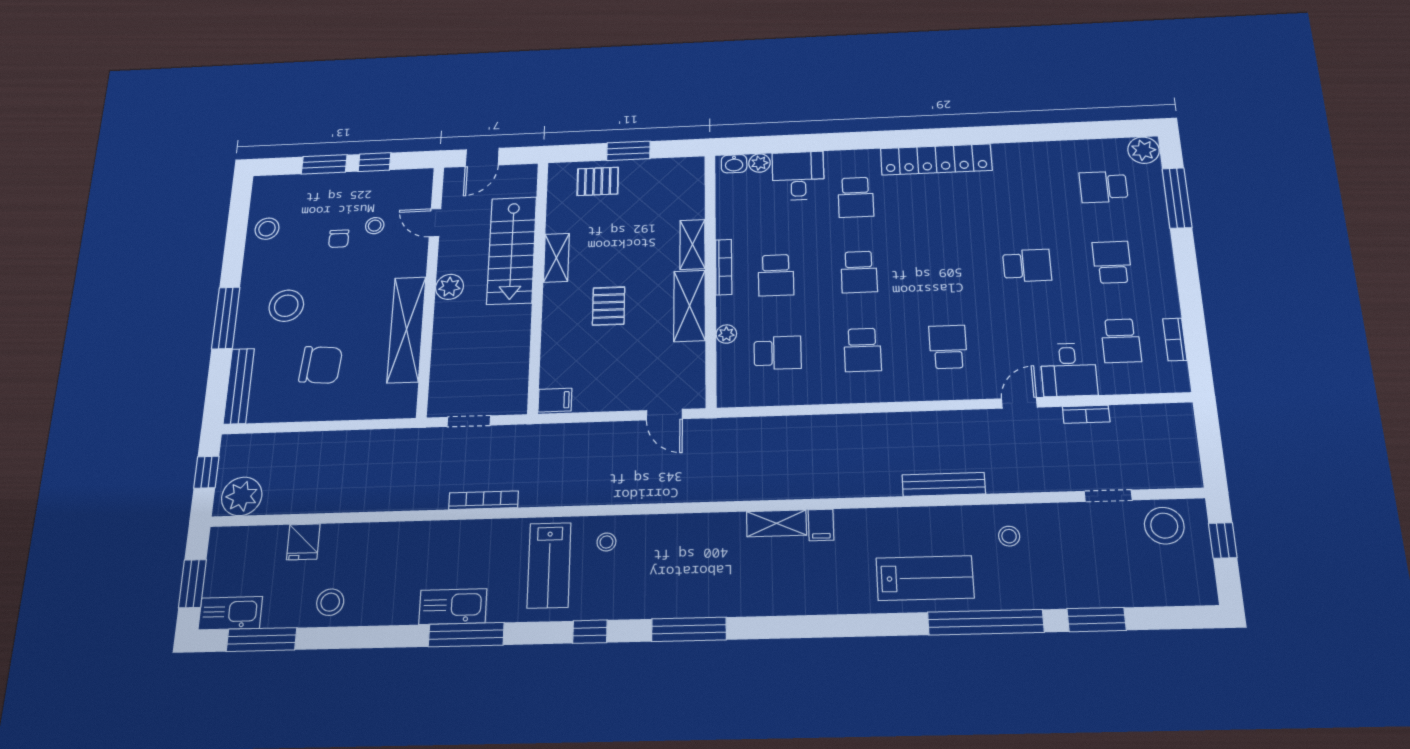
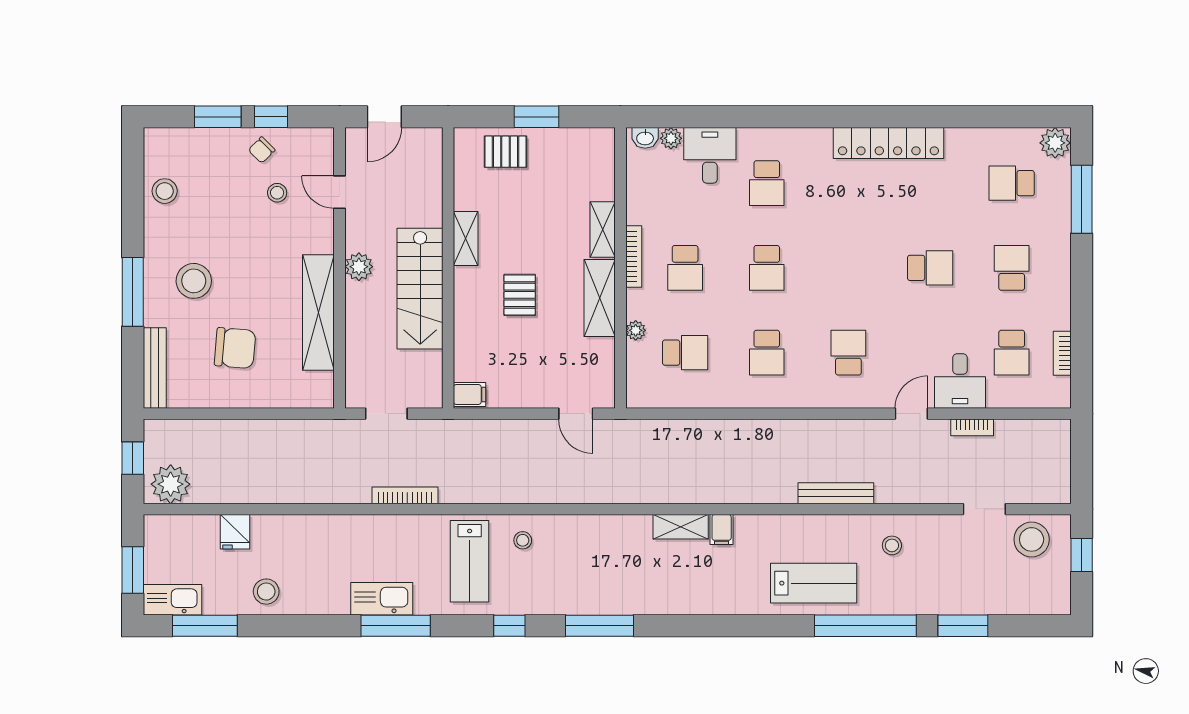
locker: (936, 159) -> (888, 143), moved
chair: (339, 239) -> (262, 150), moved, turned 45
stairs: (512, 250) -> (420, 289), moved

